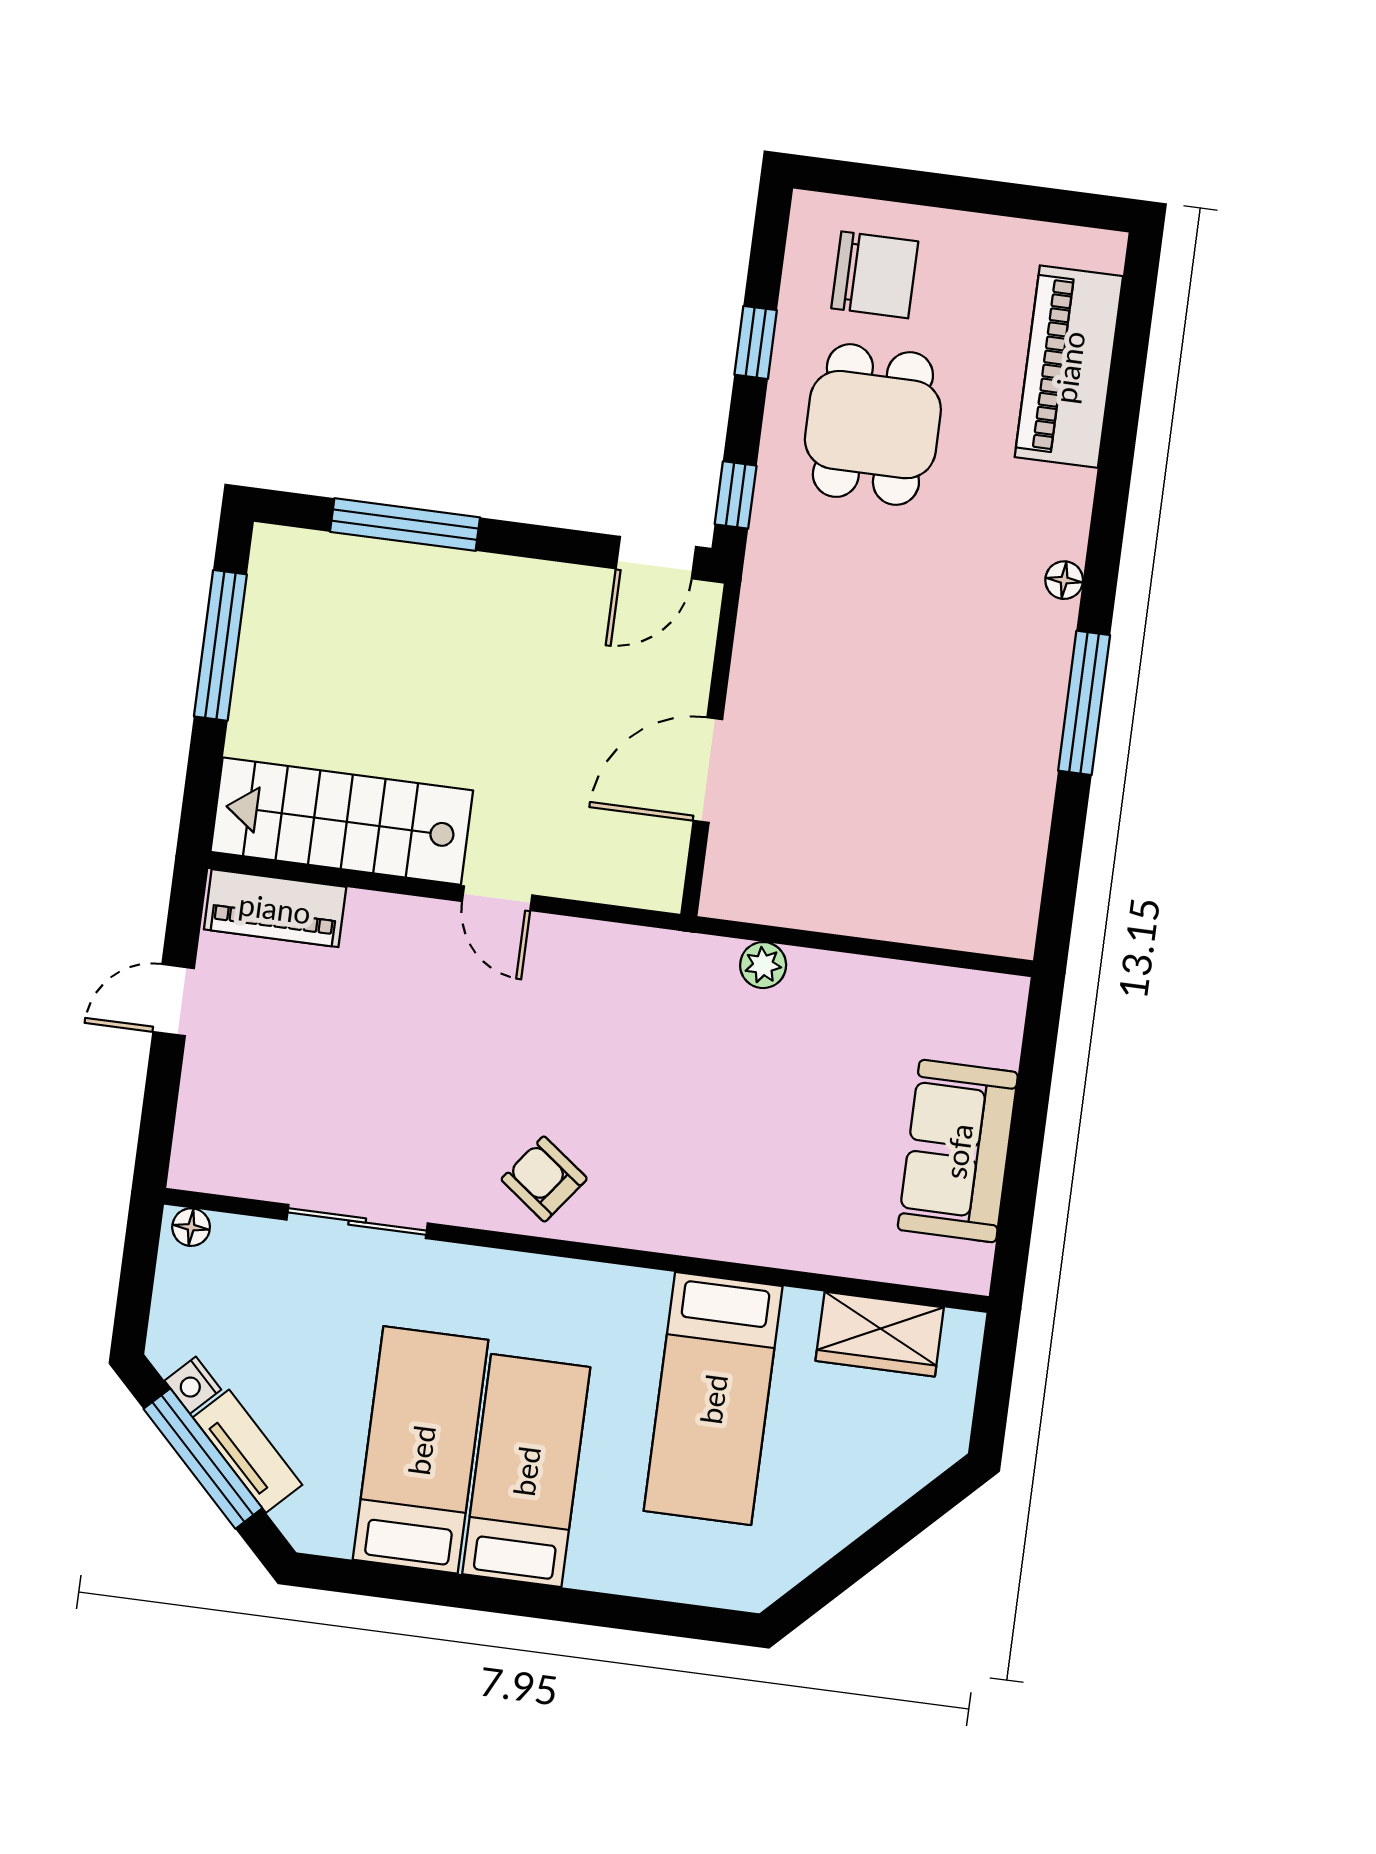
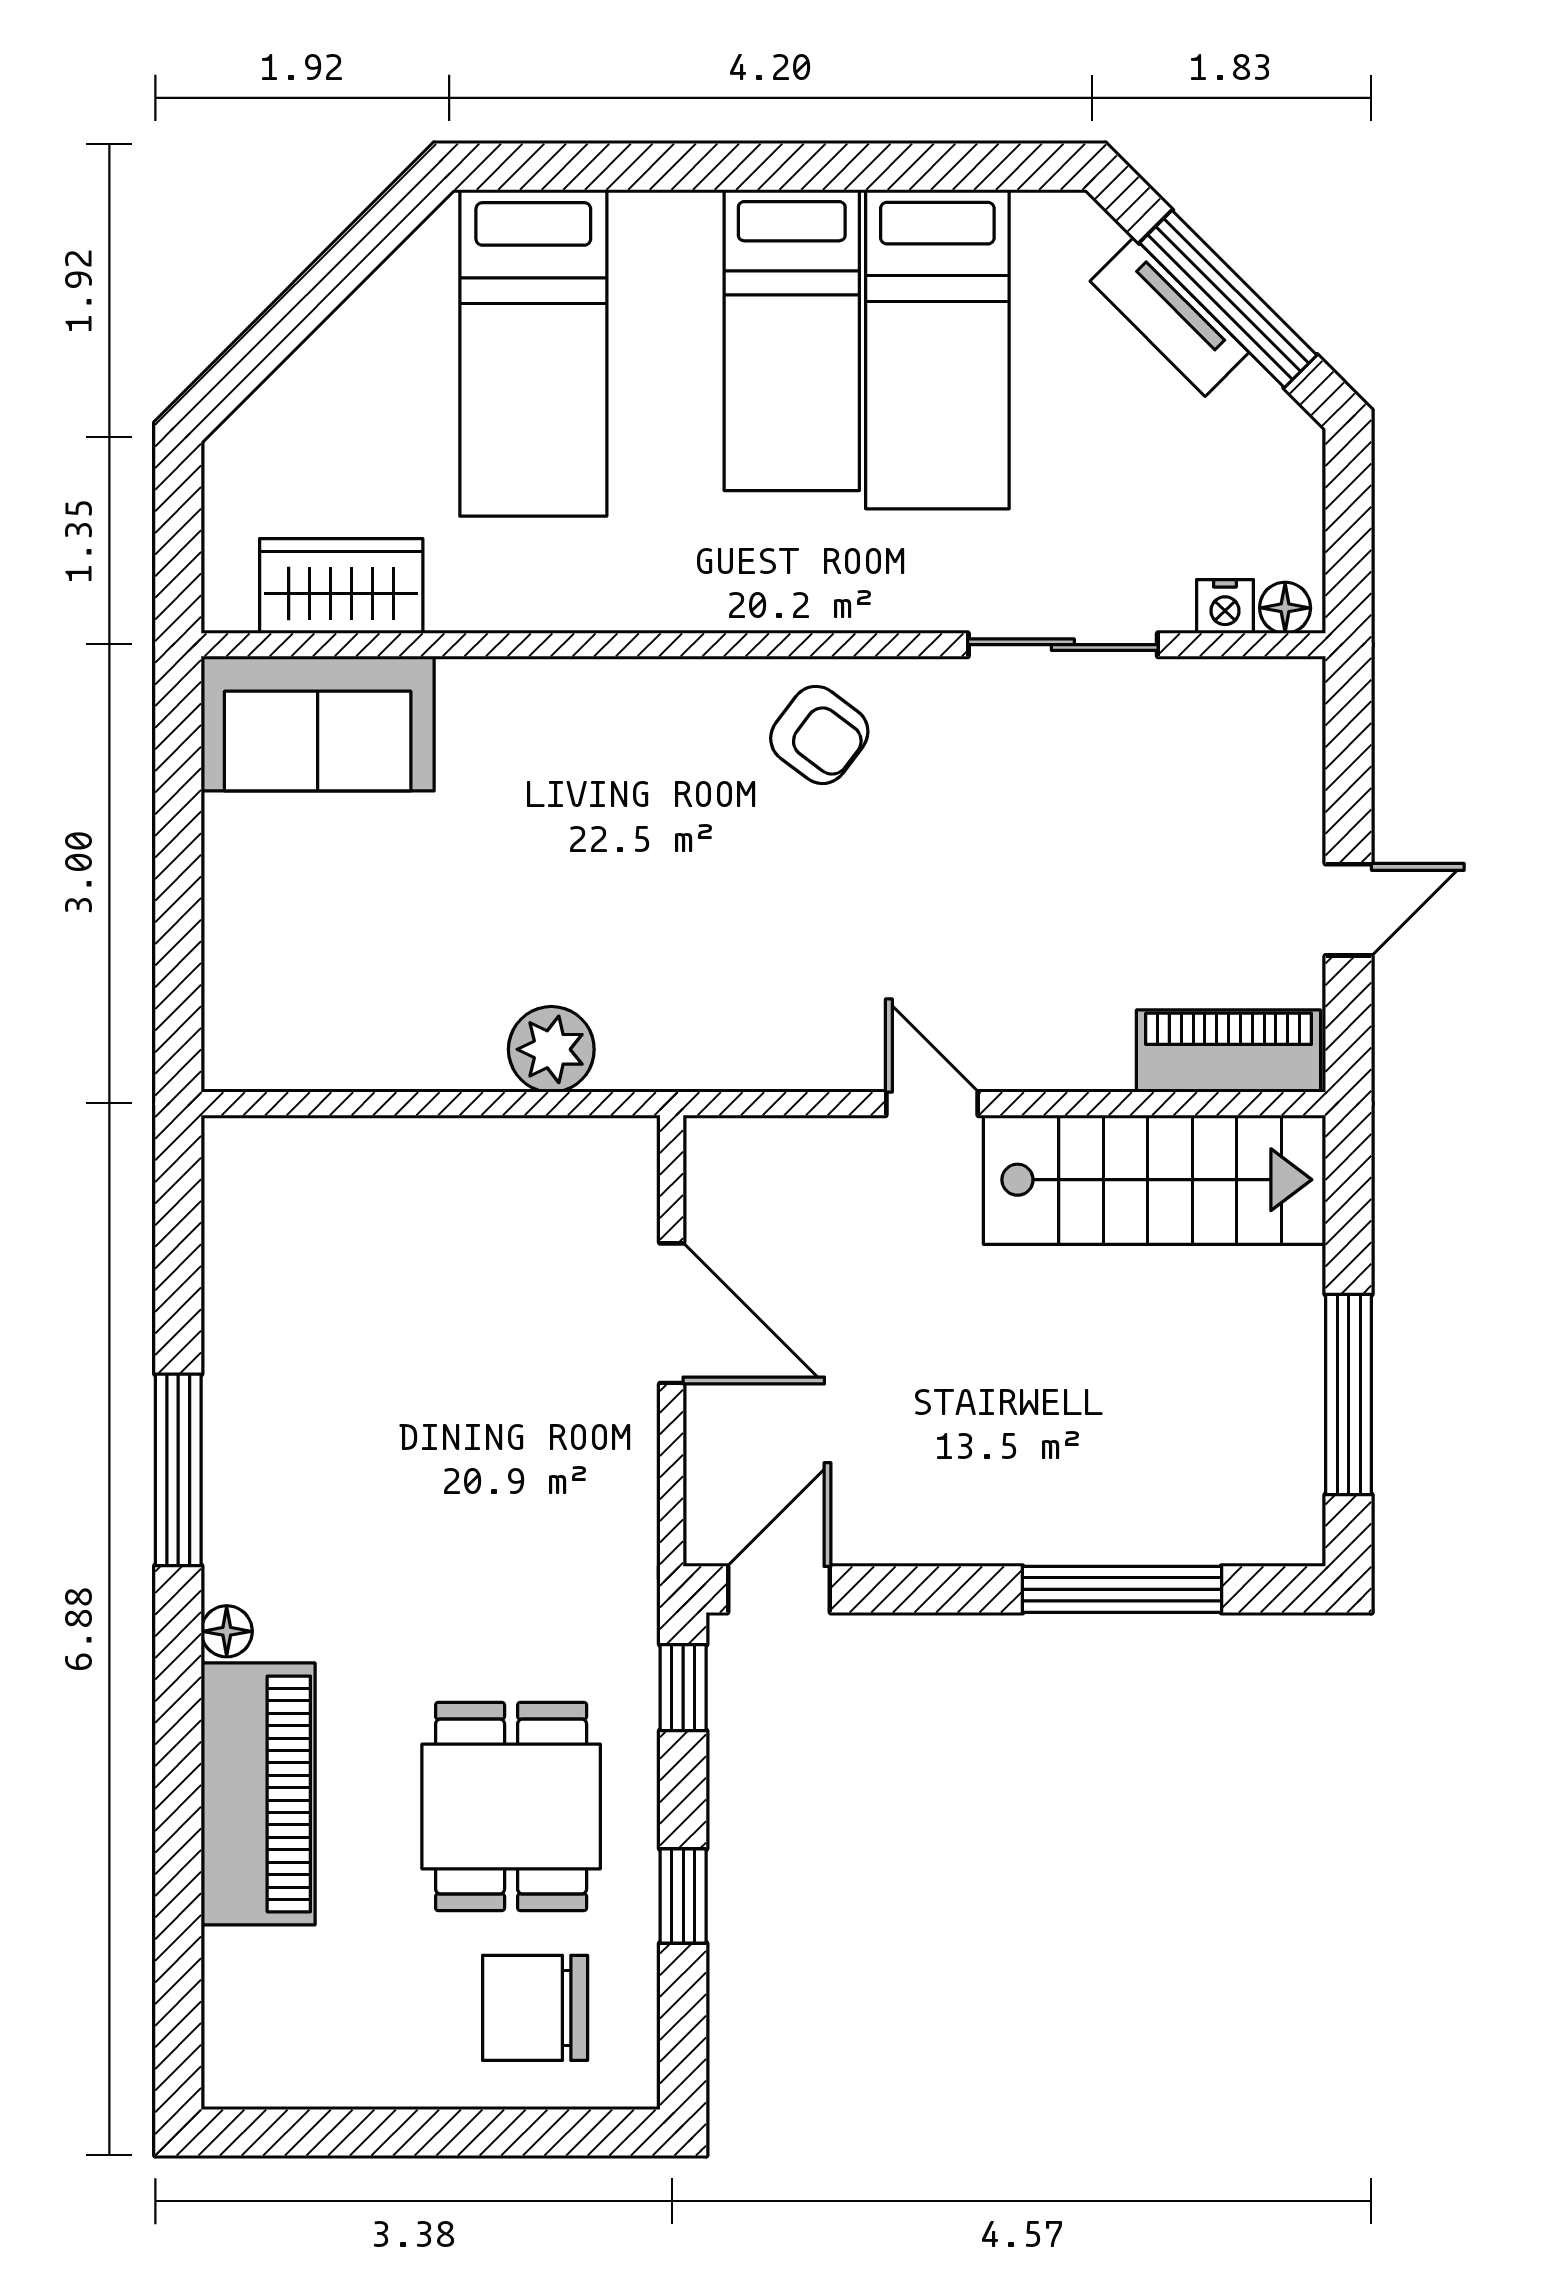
piano: (1069, 367) -> (258, 1794), moved
door: (708, 770) -> (672, 1313), hinge flipped
plant: (763, 965) -> (551, 1049), width x1.38, depth x1.38
sofa: (958, 1151) -> (318, 724), moved, turned 90
nightstand: (193, 1385) -> (1225, 606), moved, turned 135
bed: (713, 1399) -> (533, 353), moved, turned 180

